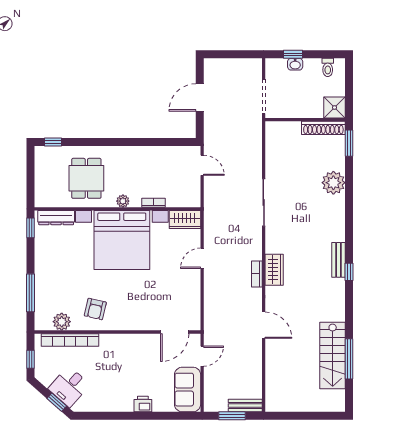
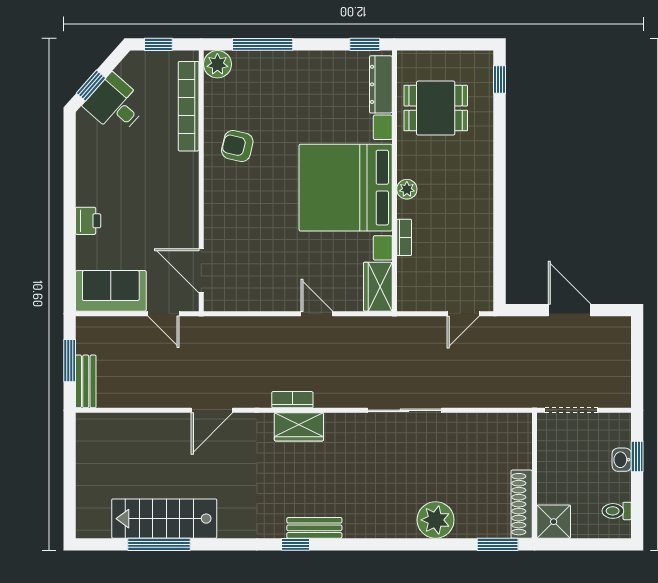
dining table: (86, 178) -> (436, 108), moved
plant: (62, 322) -> (217, 64), moved

